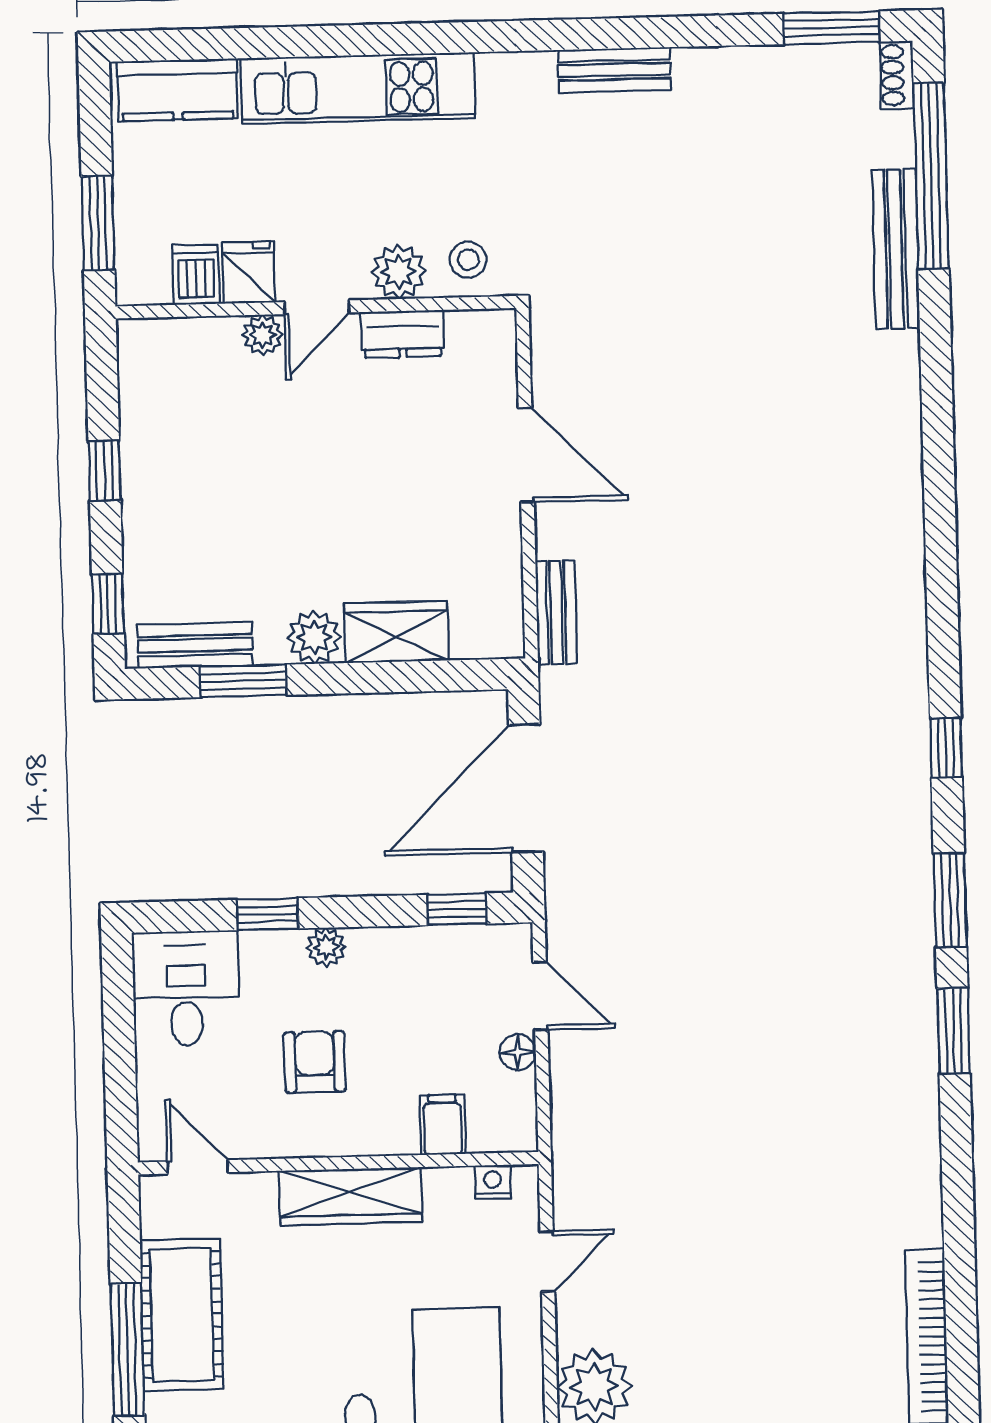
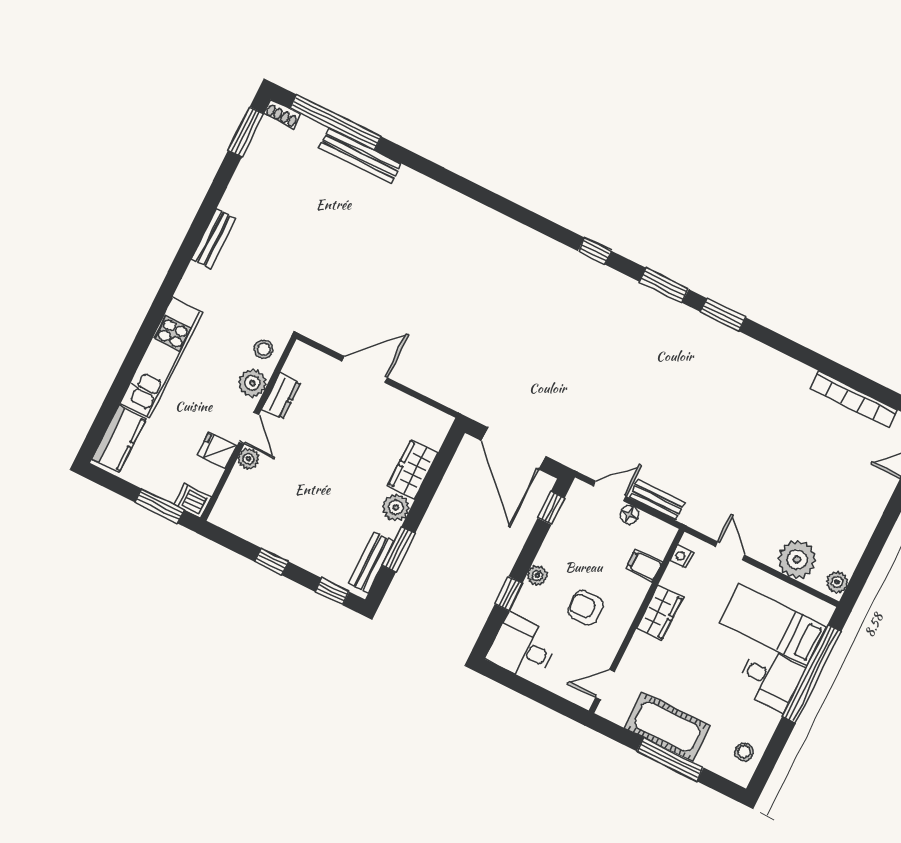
dishwasher: (196, 274) -> (193, 501), moved
bench: (556, 613) -> (657, 500), moved
wardrobe: (351, 1196) -> (660, 613), width x0.67

